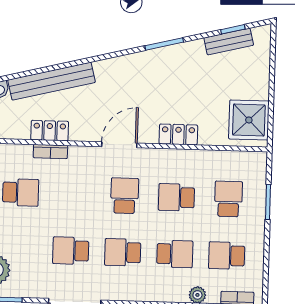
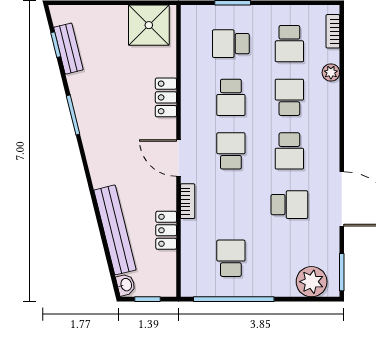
bookcase: (50, 151) -> (188, 201), moved
school desk: (125, 196) -> (231, 151), turned 90
school desk: (71, 251) -> (289, 205), turned -90

